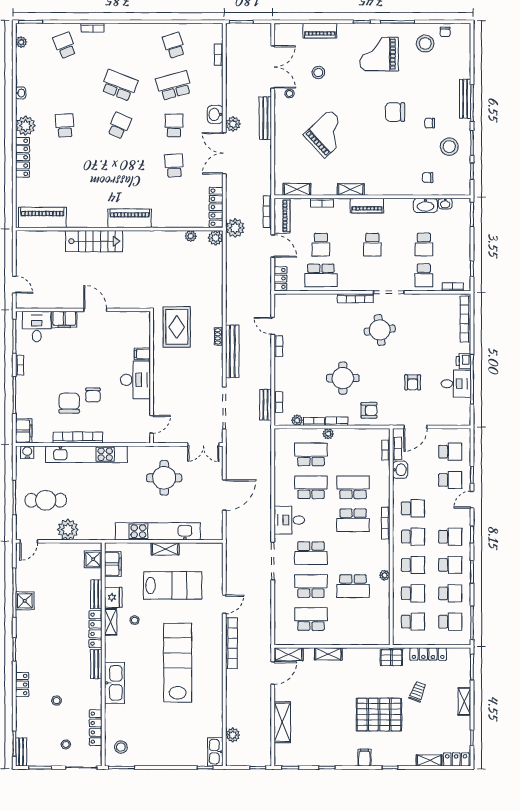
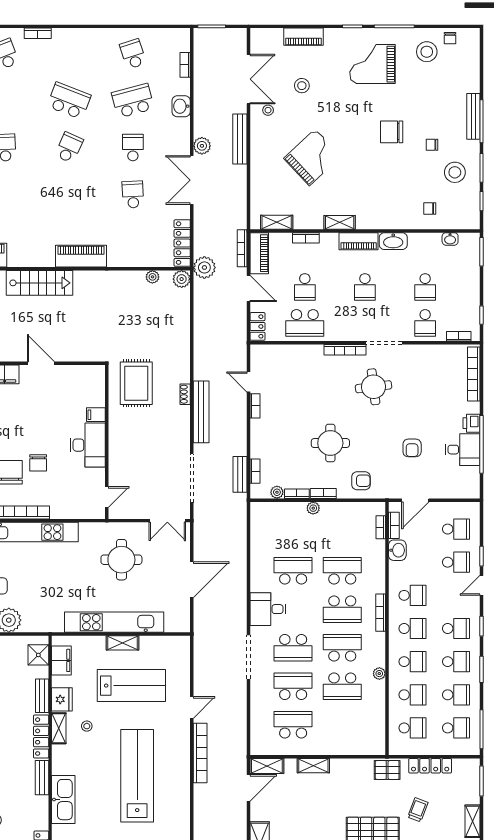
washbasin: (215, 114) -> (181, 106), moved
washbasin: (425, 205) -> (393, 241), moved
school desk: (311, 454) -> (342, 648), moved

